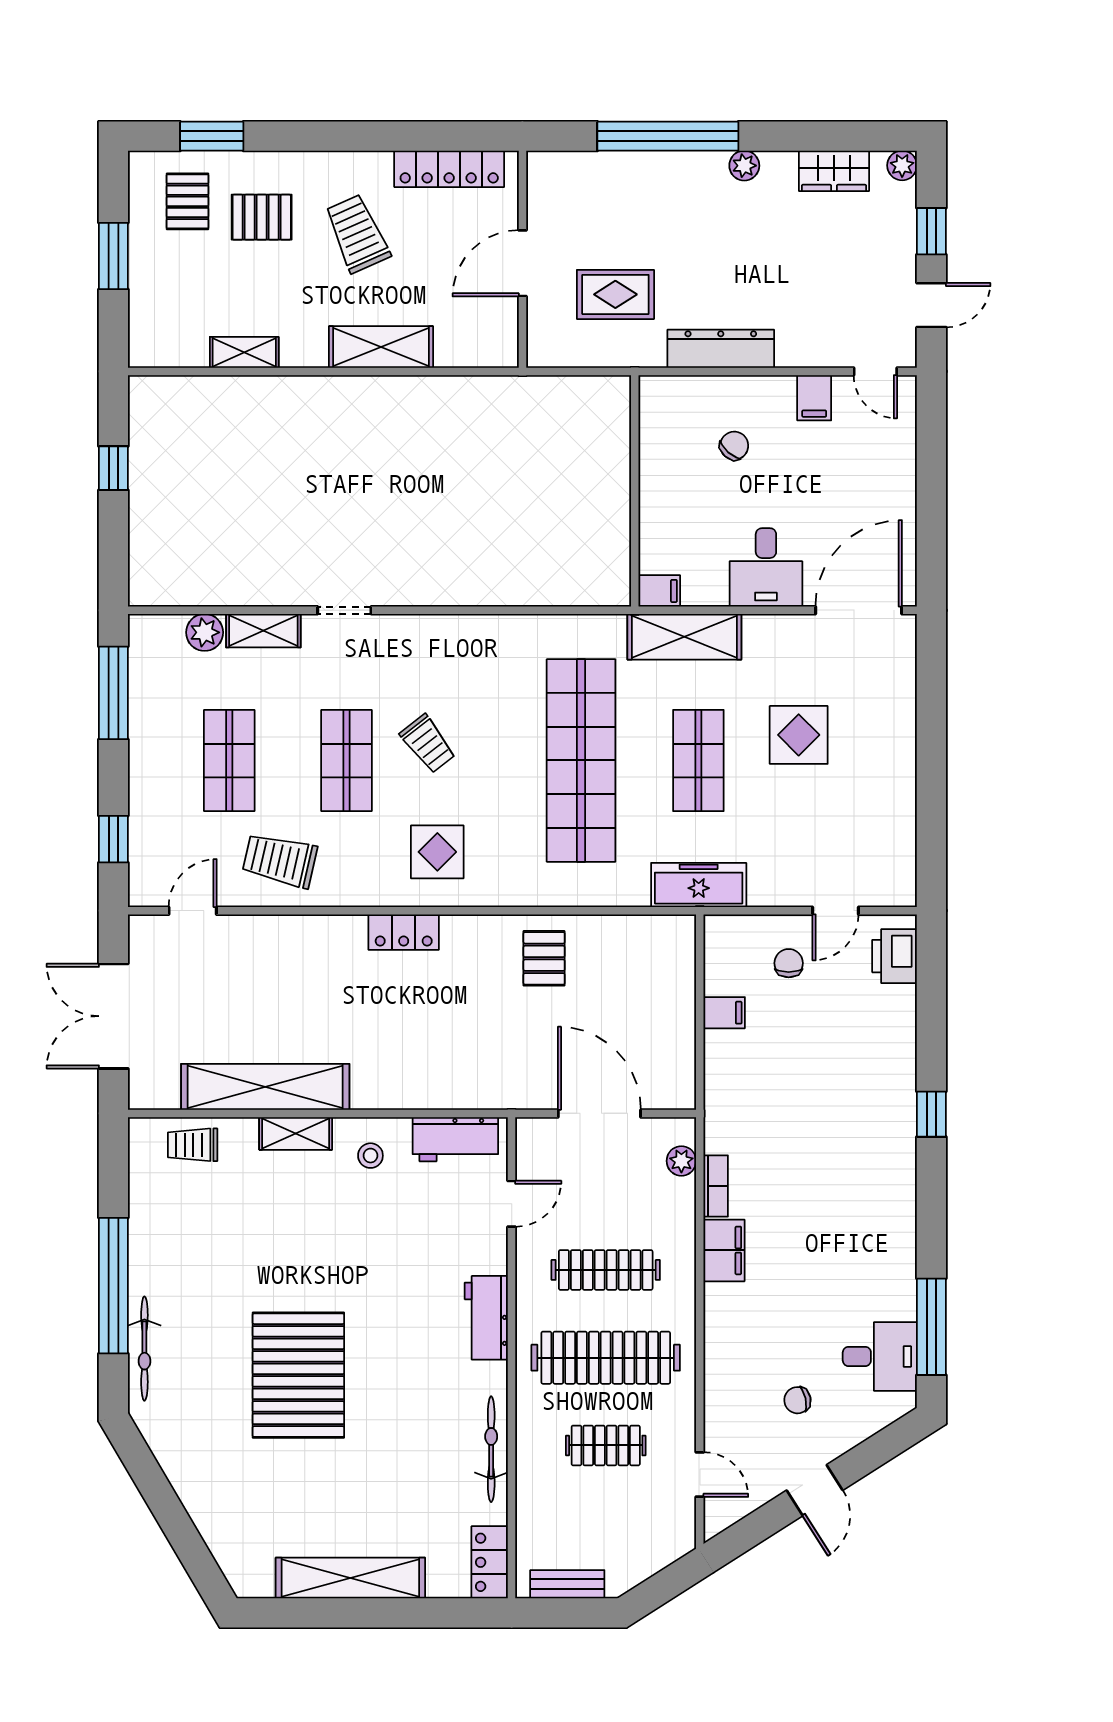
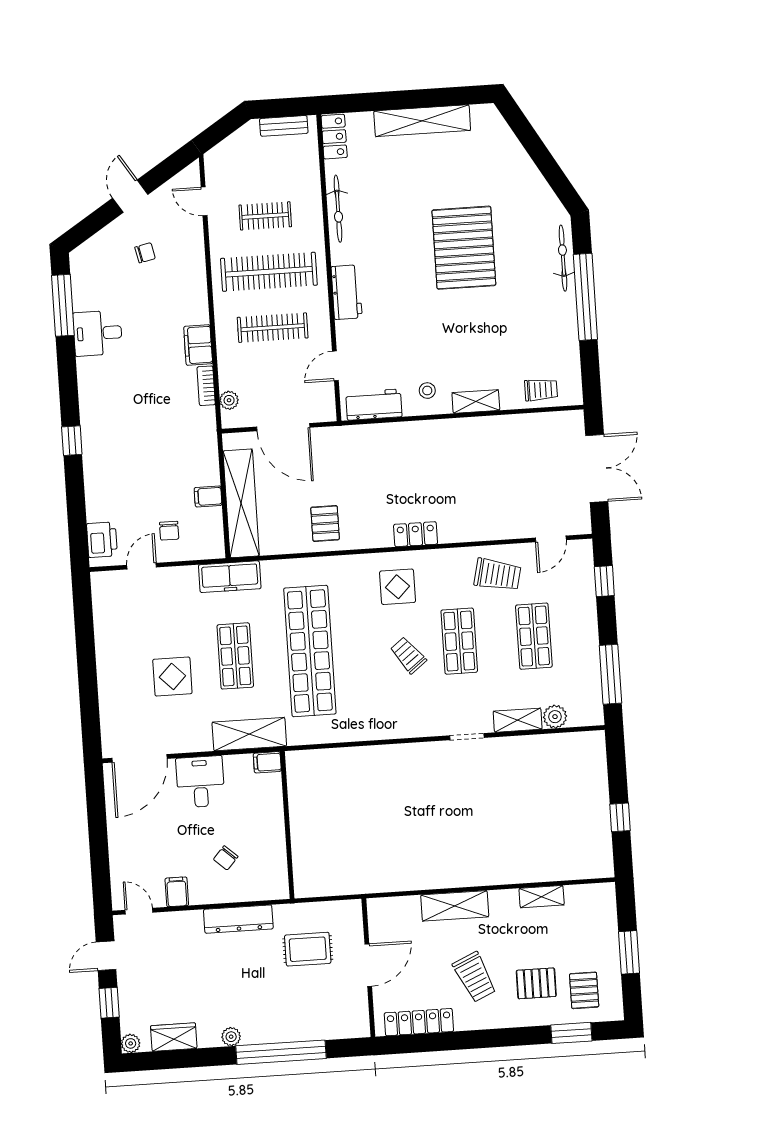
shelving: (265, 1087) -> (241, 503), moved, turned 90
desk: (880, 1356) -> (98, 333), moved

